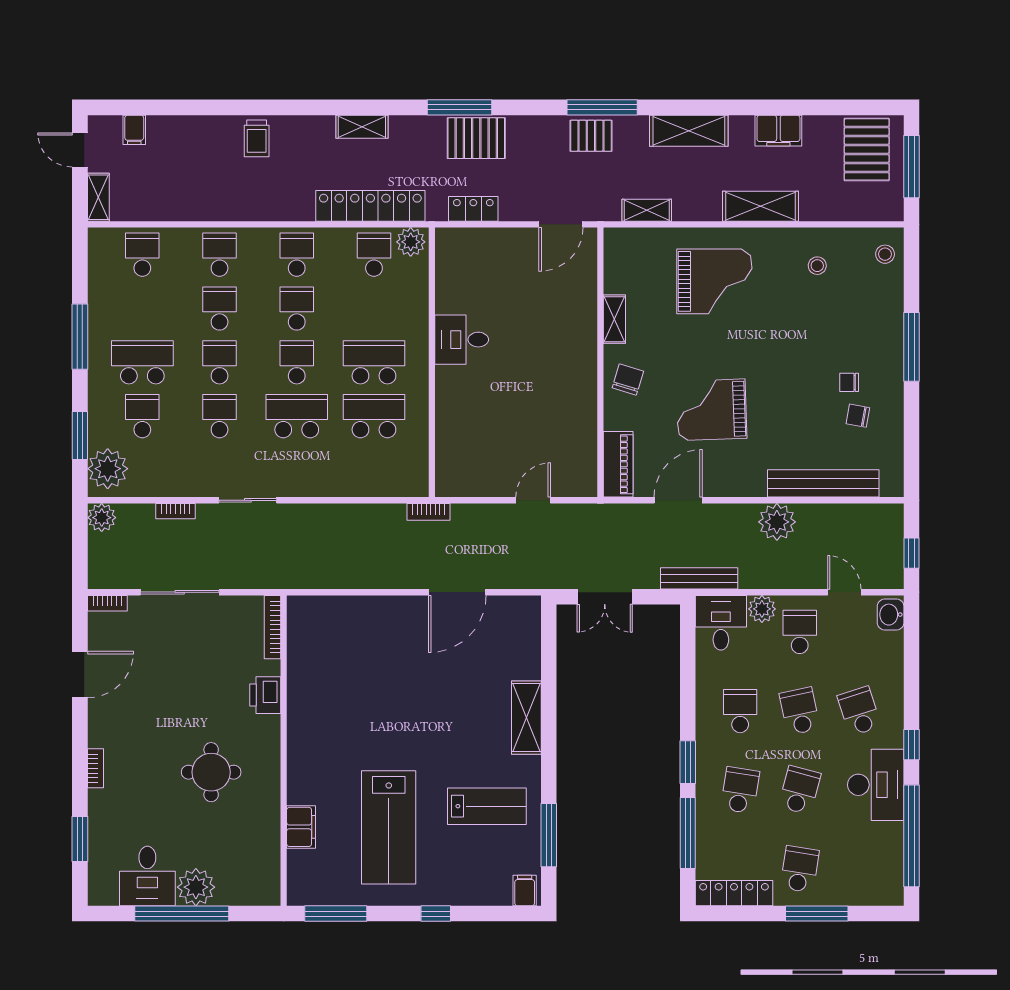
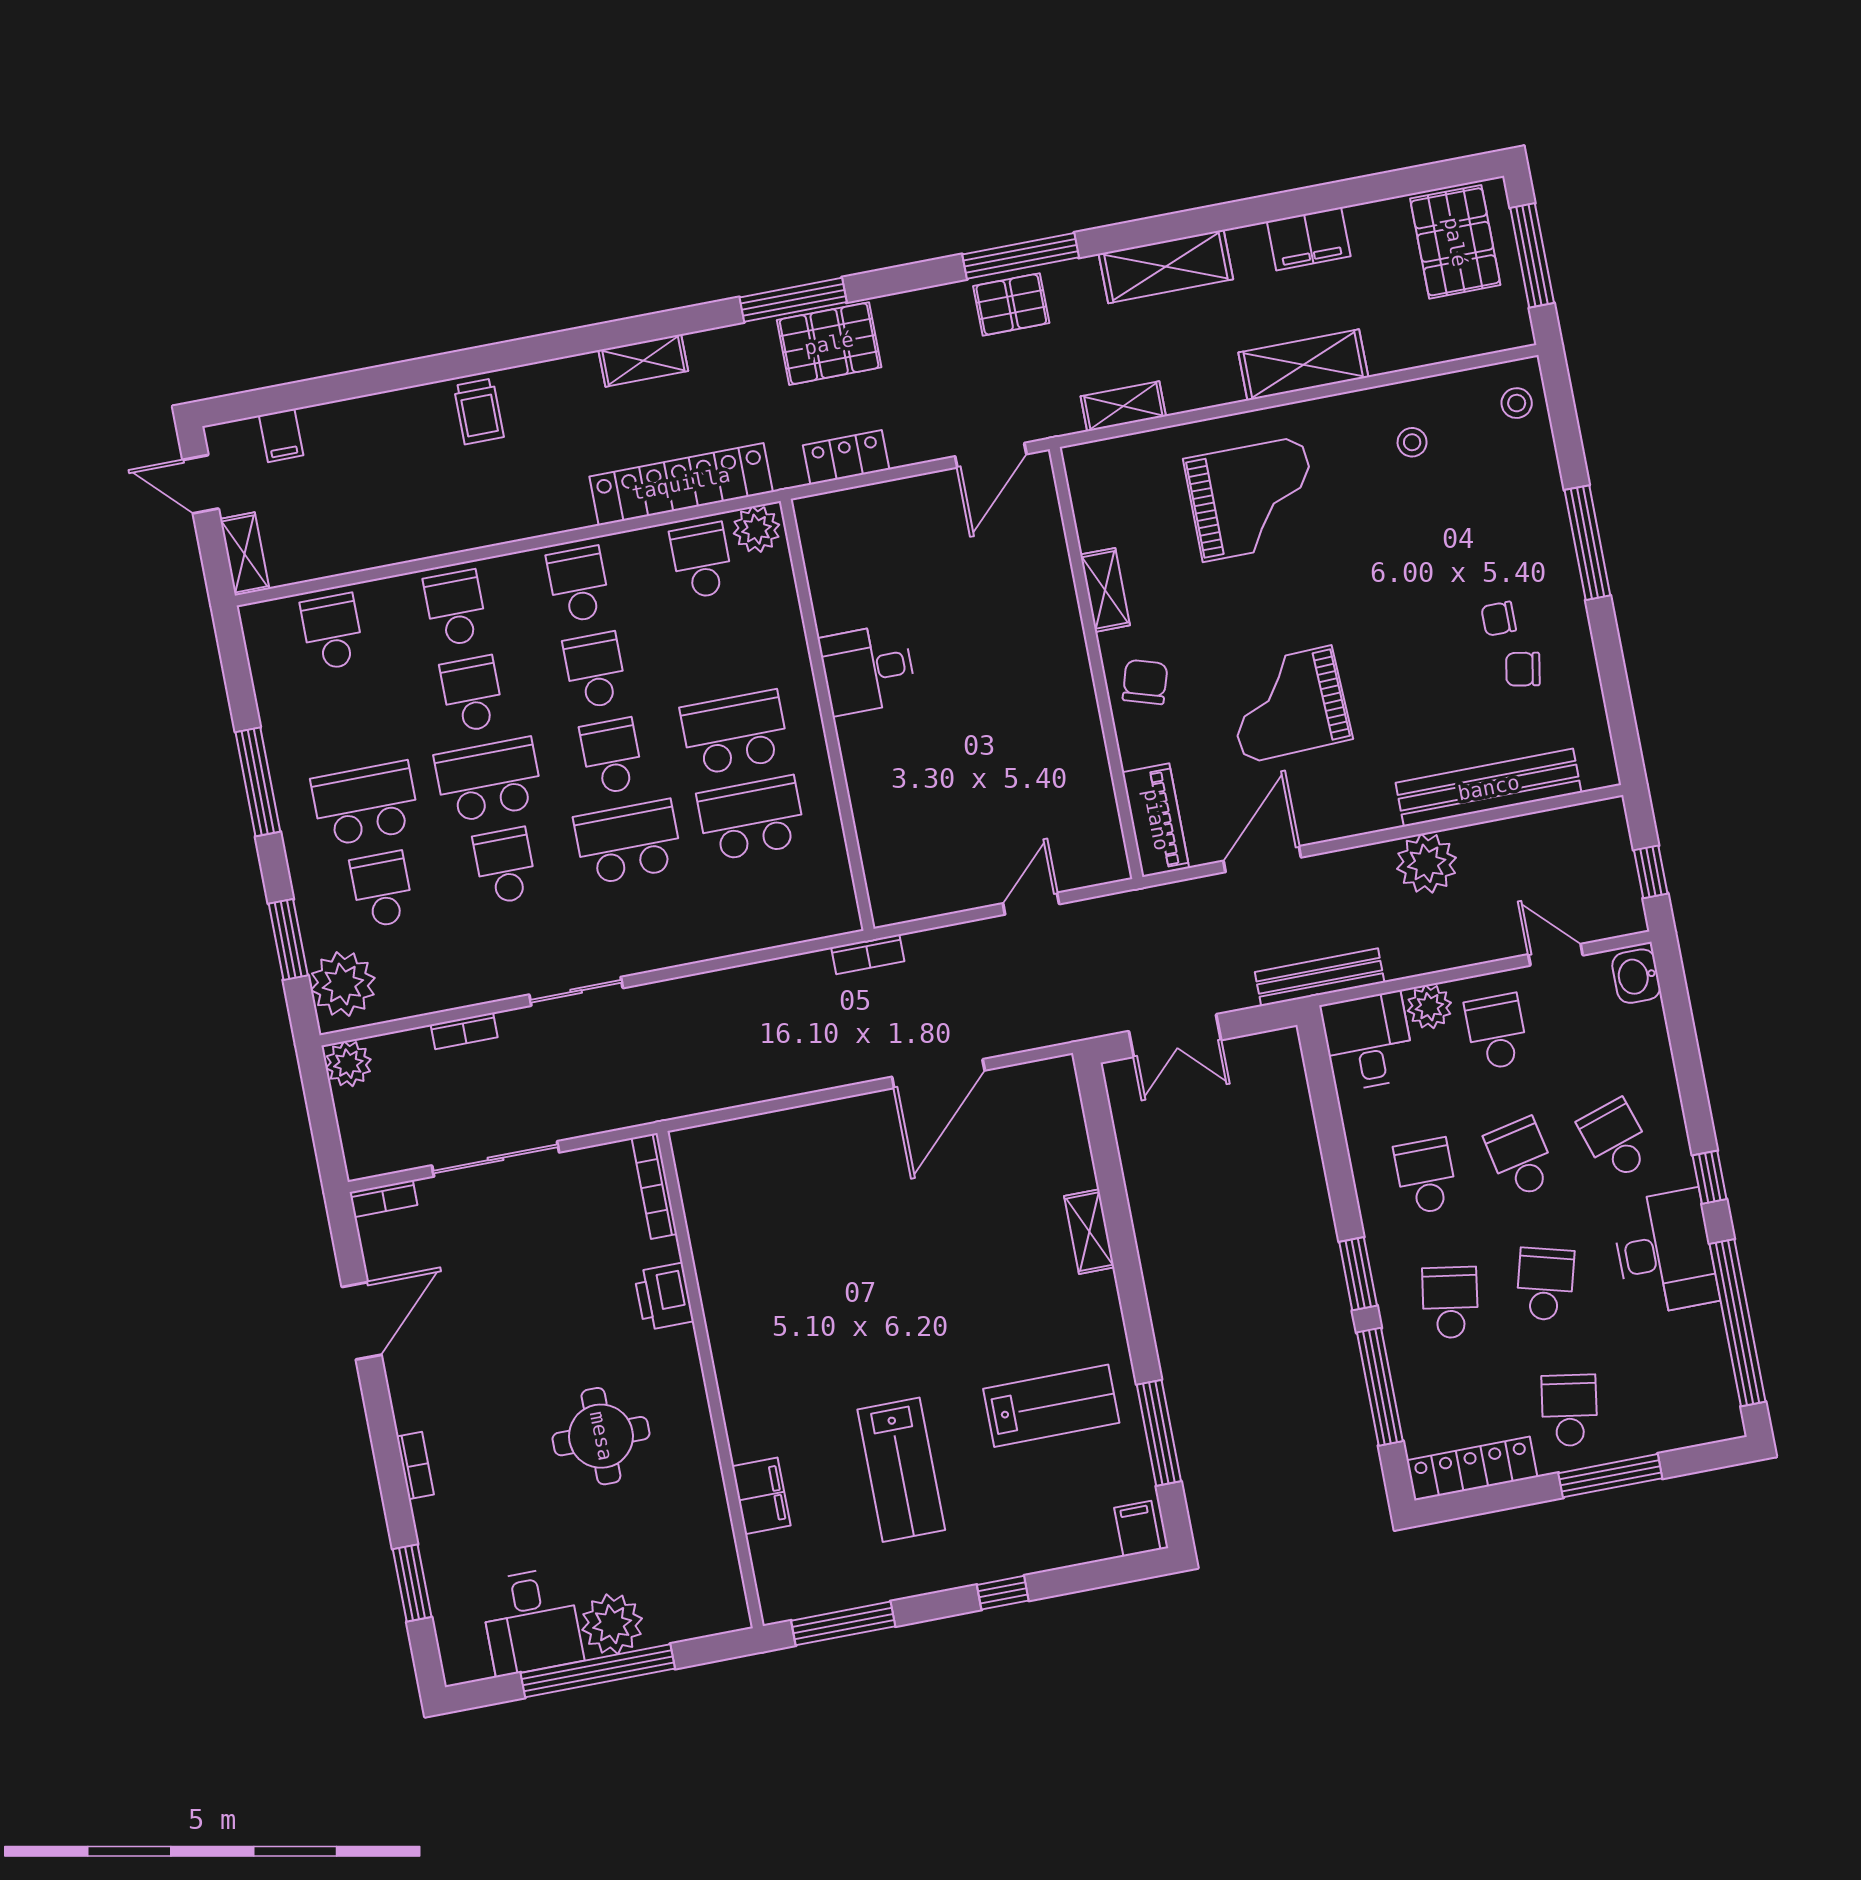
school desk: (220, 362) -> (489, 780), width x1.85
shelving: (526, 718) -> (1089, 1232), width x0.67, depth x0.75
lab bench: (389, 827) -> (901, 1470), width x0.73, depth x0.72

